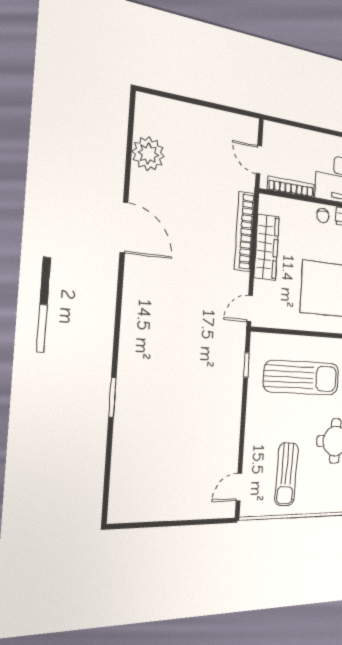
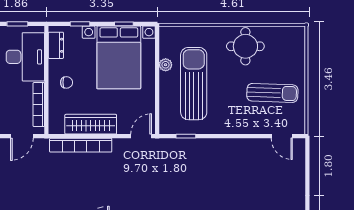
chair: (323, 216) -> (67, 82), moved
door: (250, 309) -> (141, 136), swing flipped
plant: (323, 345) -> (166, 65), added

